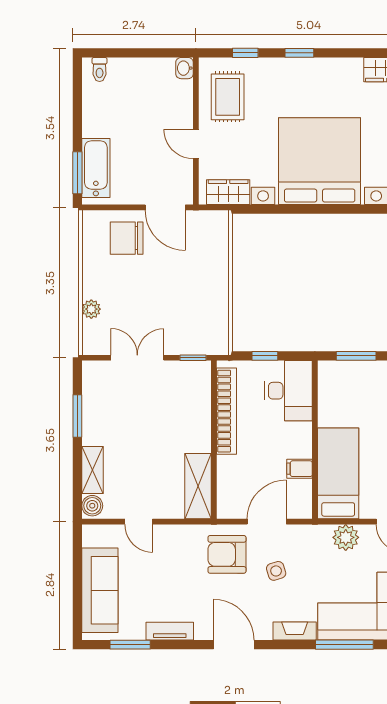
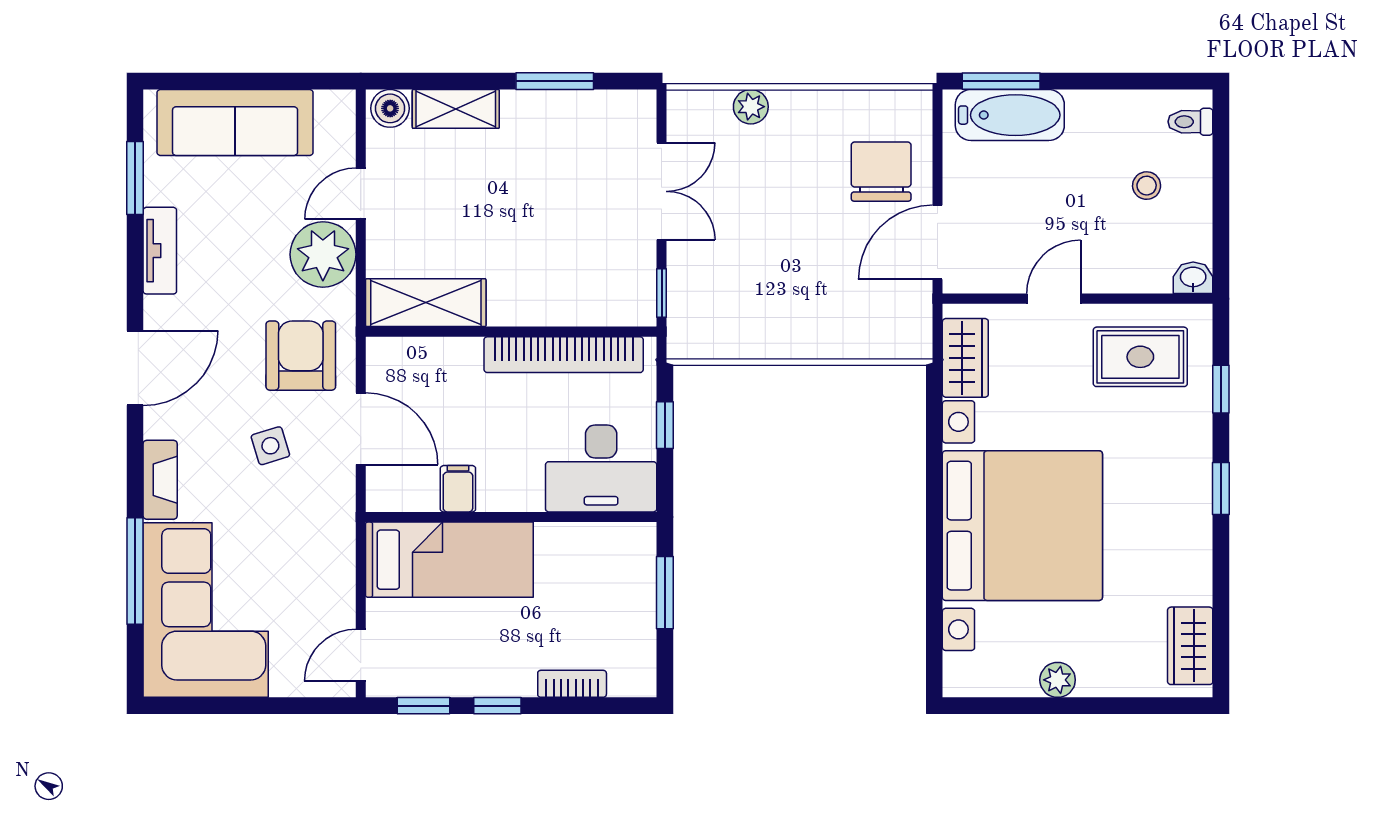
stool: (134, 93) -> (1147, 186), added
plant: (346, 537) -> (323, 254), moved, width x1.36, depth x1.36

